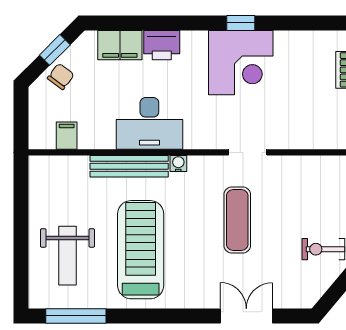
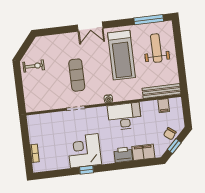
bench: (129, 166) -> (161, 91), moved
double door: (246, 316) -> (90, 27), moved

